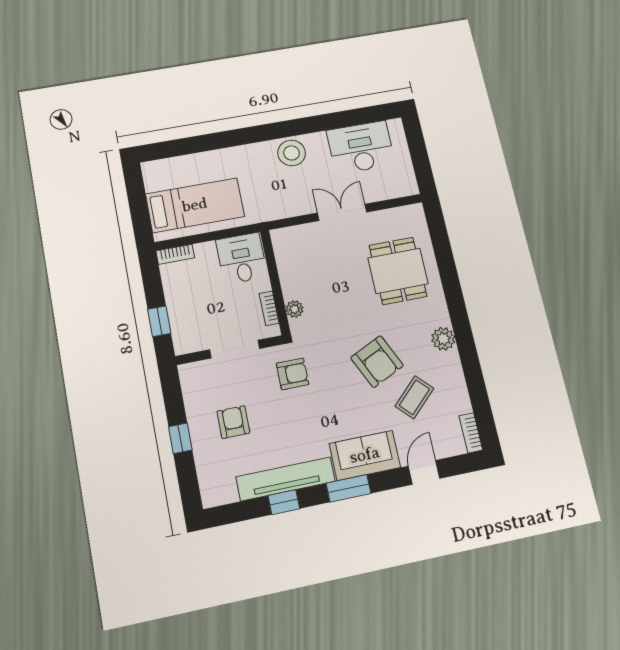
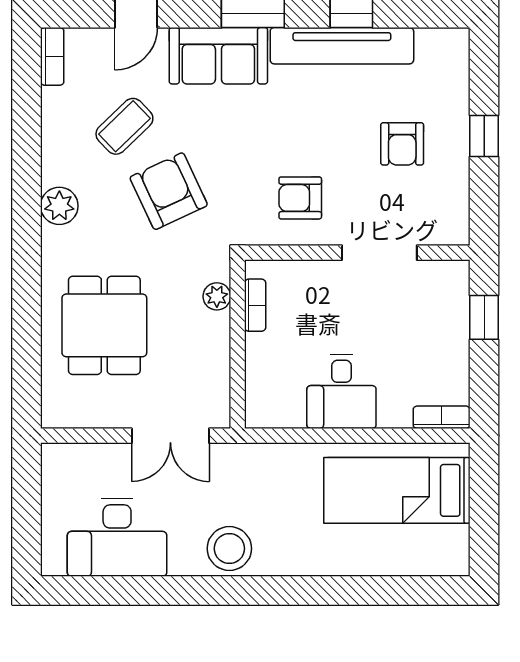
wall: (275, 282) -> (238, 344), moved
bookcase: (269, 308) -> (255, 305), moved
plant: (295, 309) -> (217, 296), moved

